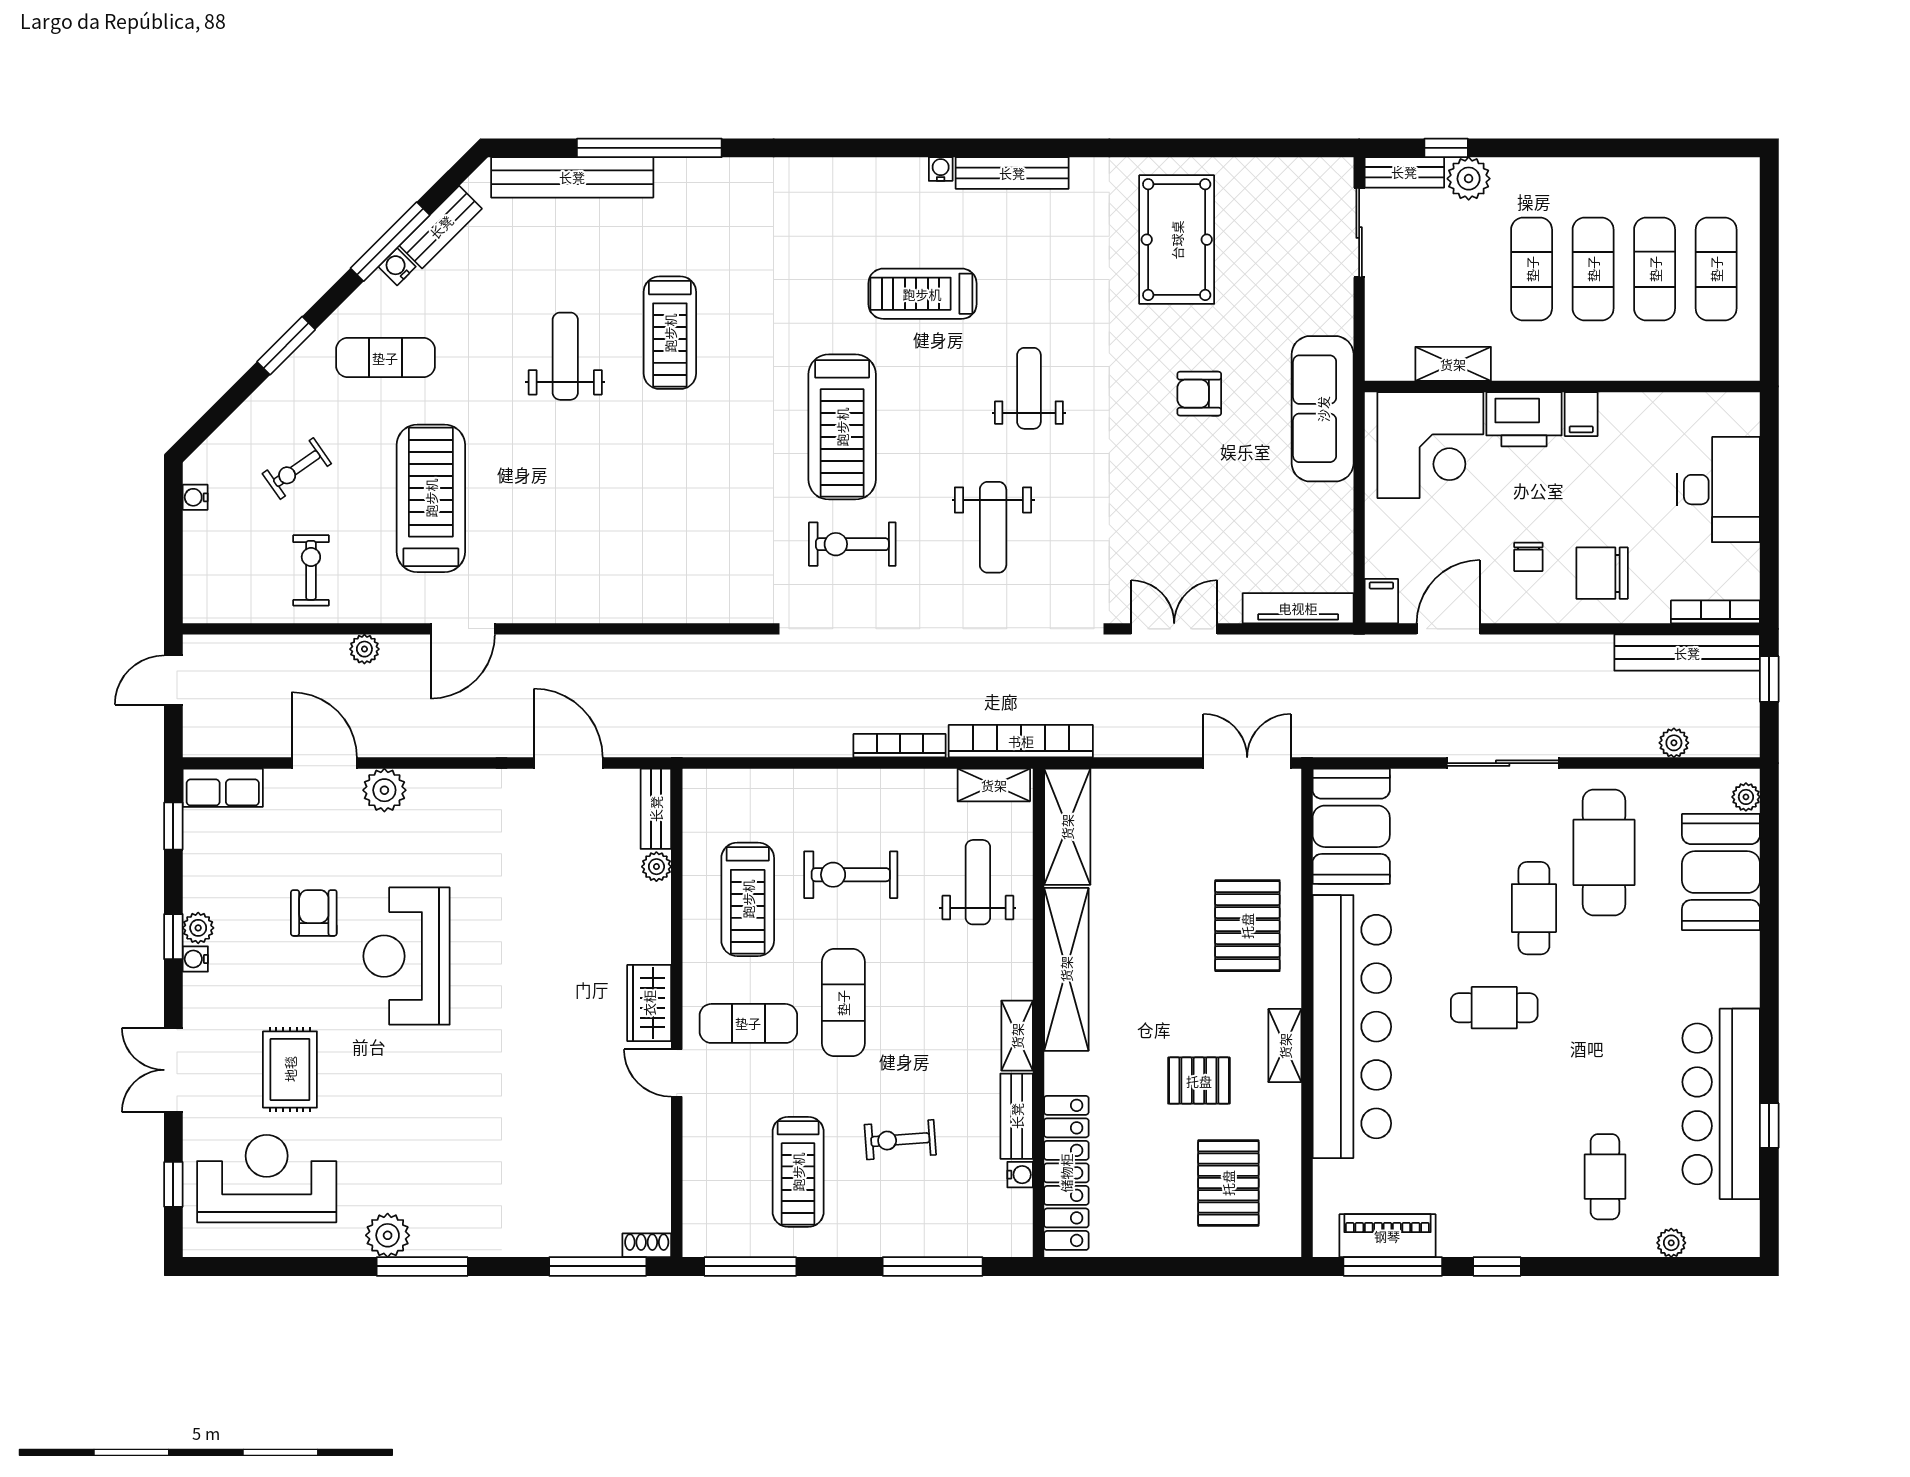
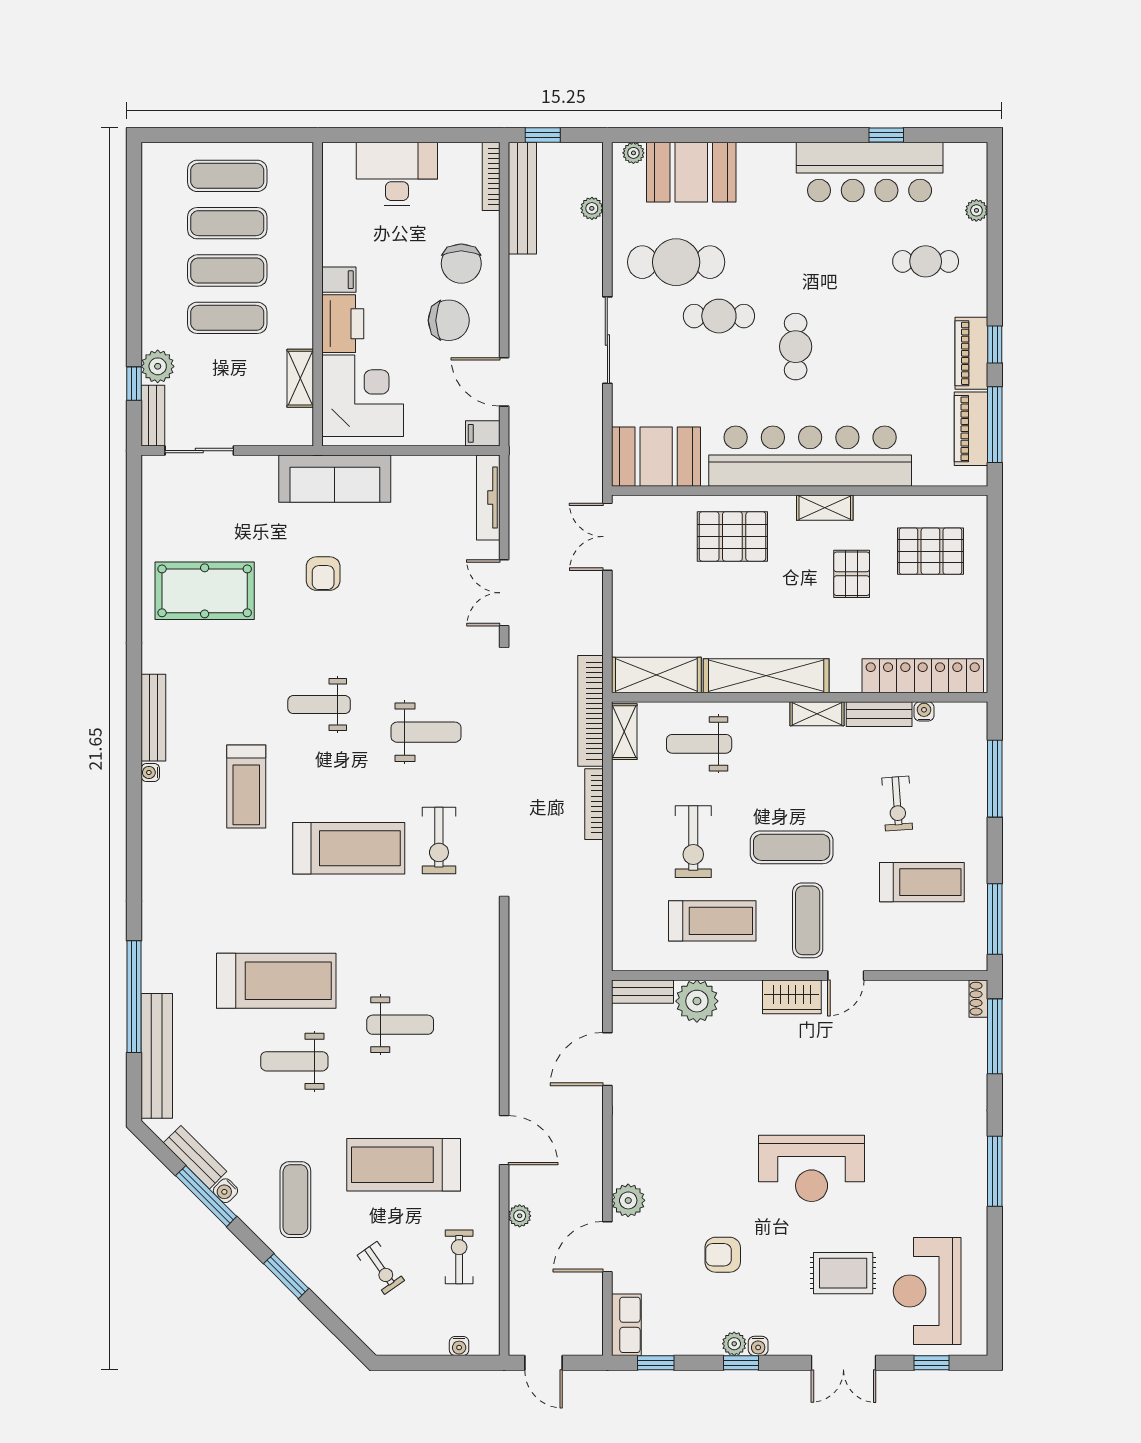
treadmill: (670, 333) -> (276, 981), width x1.37, depth x1.38
weight bench: (613, 494) -> (400, 1025), added
water cooler: (195, 497) -> (459, 1346), moved
chair: (1528, 557) -> (449, 320), width x1.87, depth x1.87
exercise bike: (311, 570) -> (459, 1257), turned 90
plant: (656, 867) -> (697, 1001), width x1.88, depth x1.88
reception desk: (406, 956) -> (812, 1168), moved
plant: (388, 1235) -> (971, 1198), removed
piano: (1486, 1236) -> (971, 353), added

